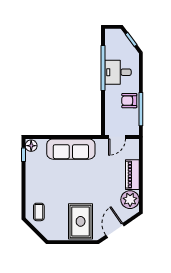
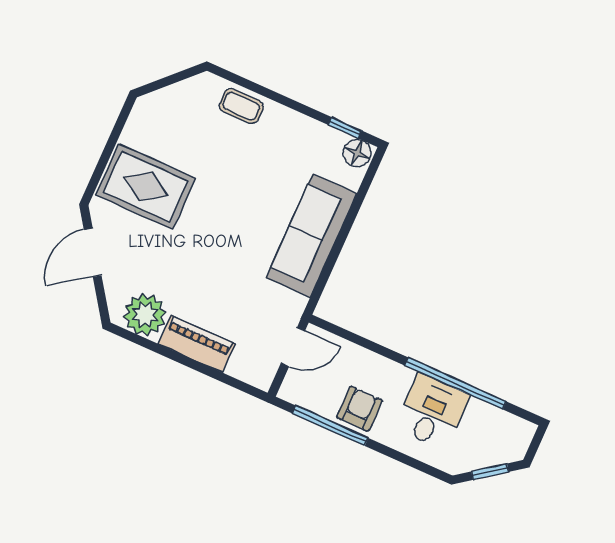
door: (117, 137) -> (293, 347), swing flipped
coffee table: (39, 212) -> (241, 106), moved
door: (115, 230) -> (93, 252), swing flipped

